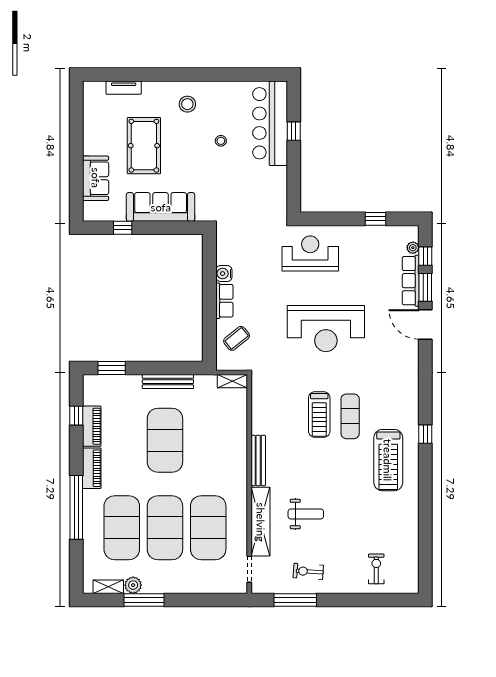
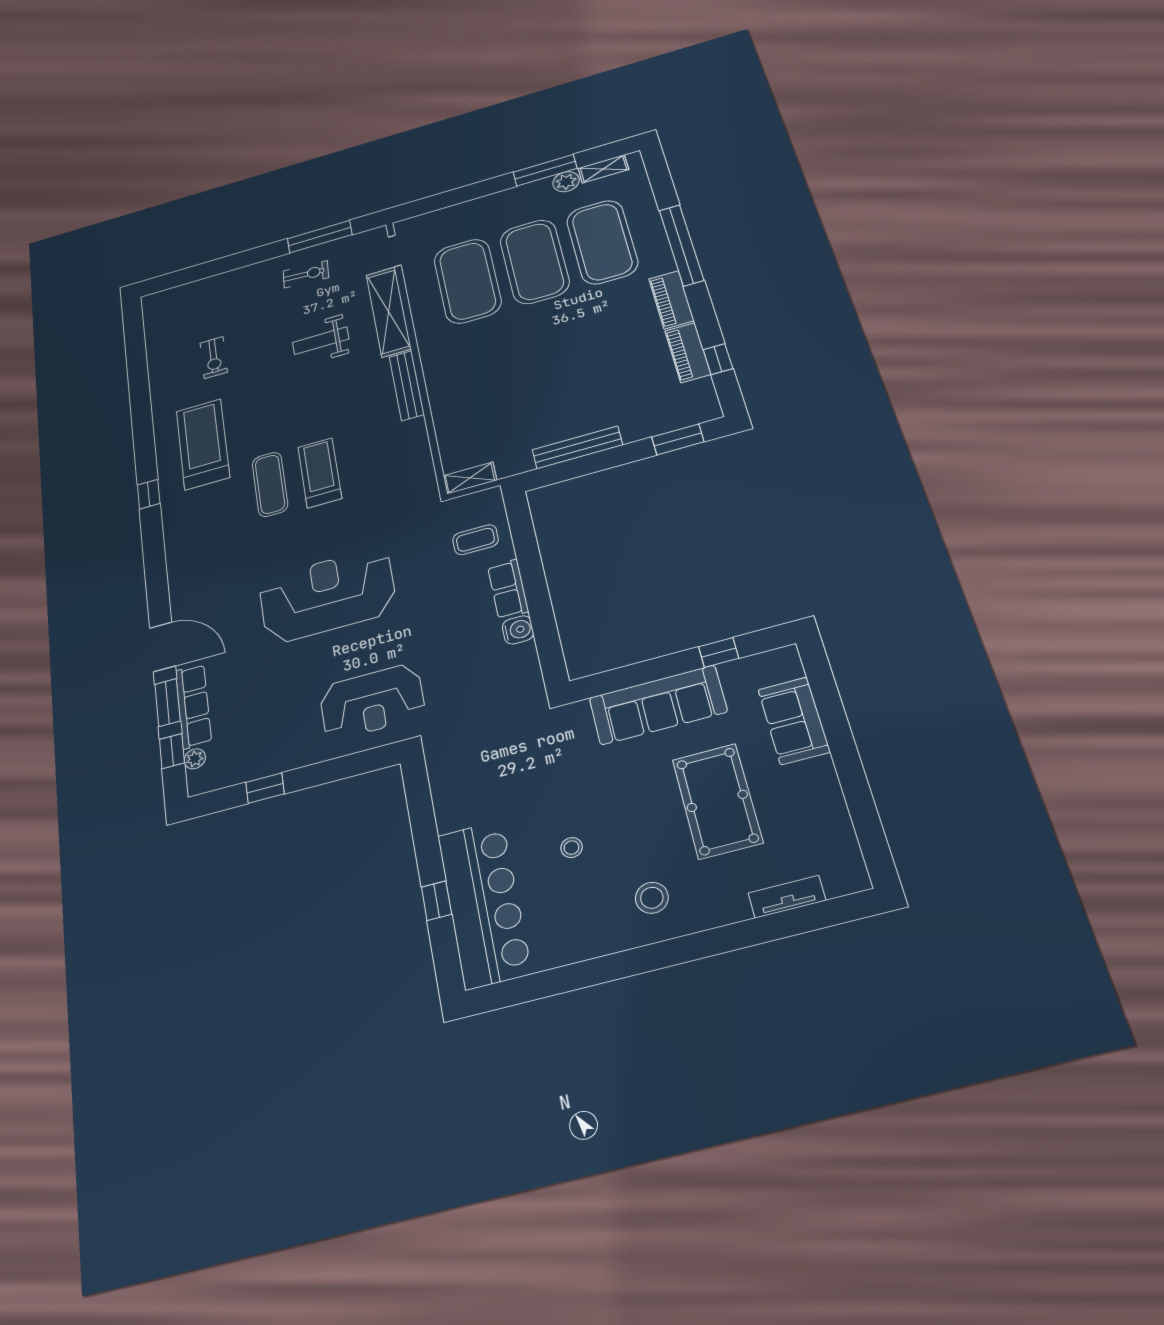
coffee table: (237, 338) -> (475, 540), turned 39
exercise mat: (165, 440) -> (562, 369), removed
exercise bike: (376, 569) -> (214, 358), moved

